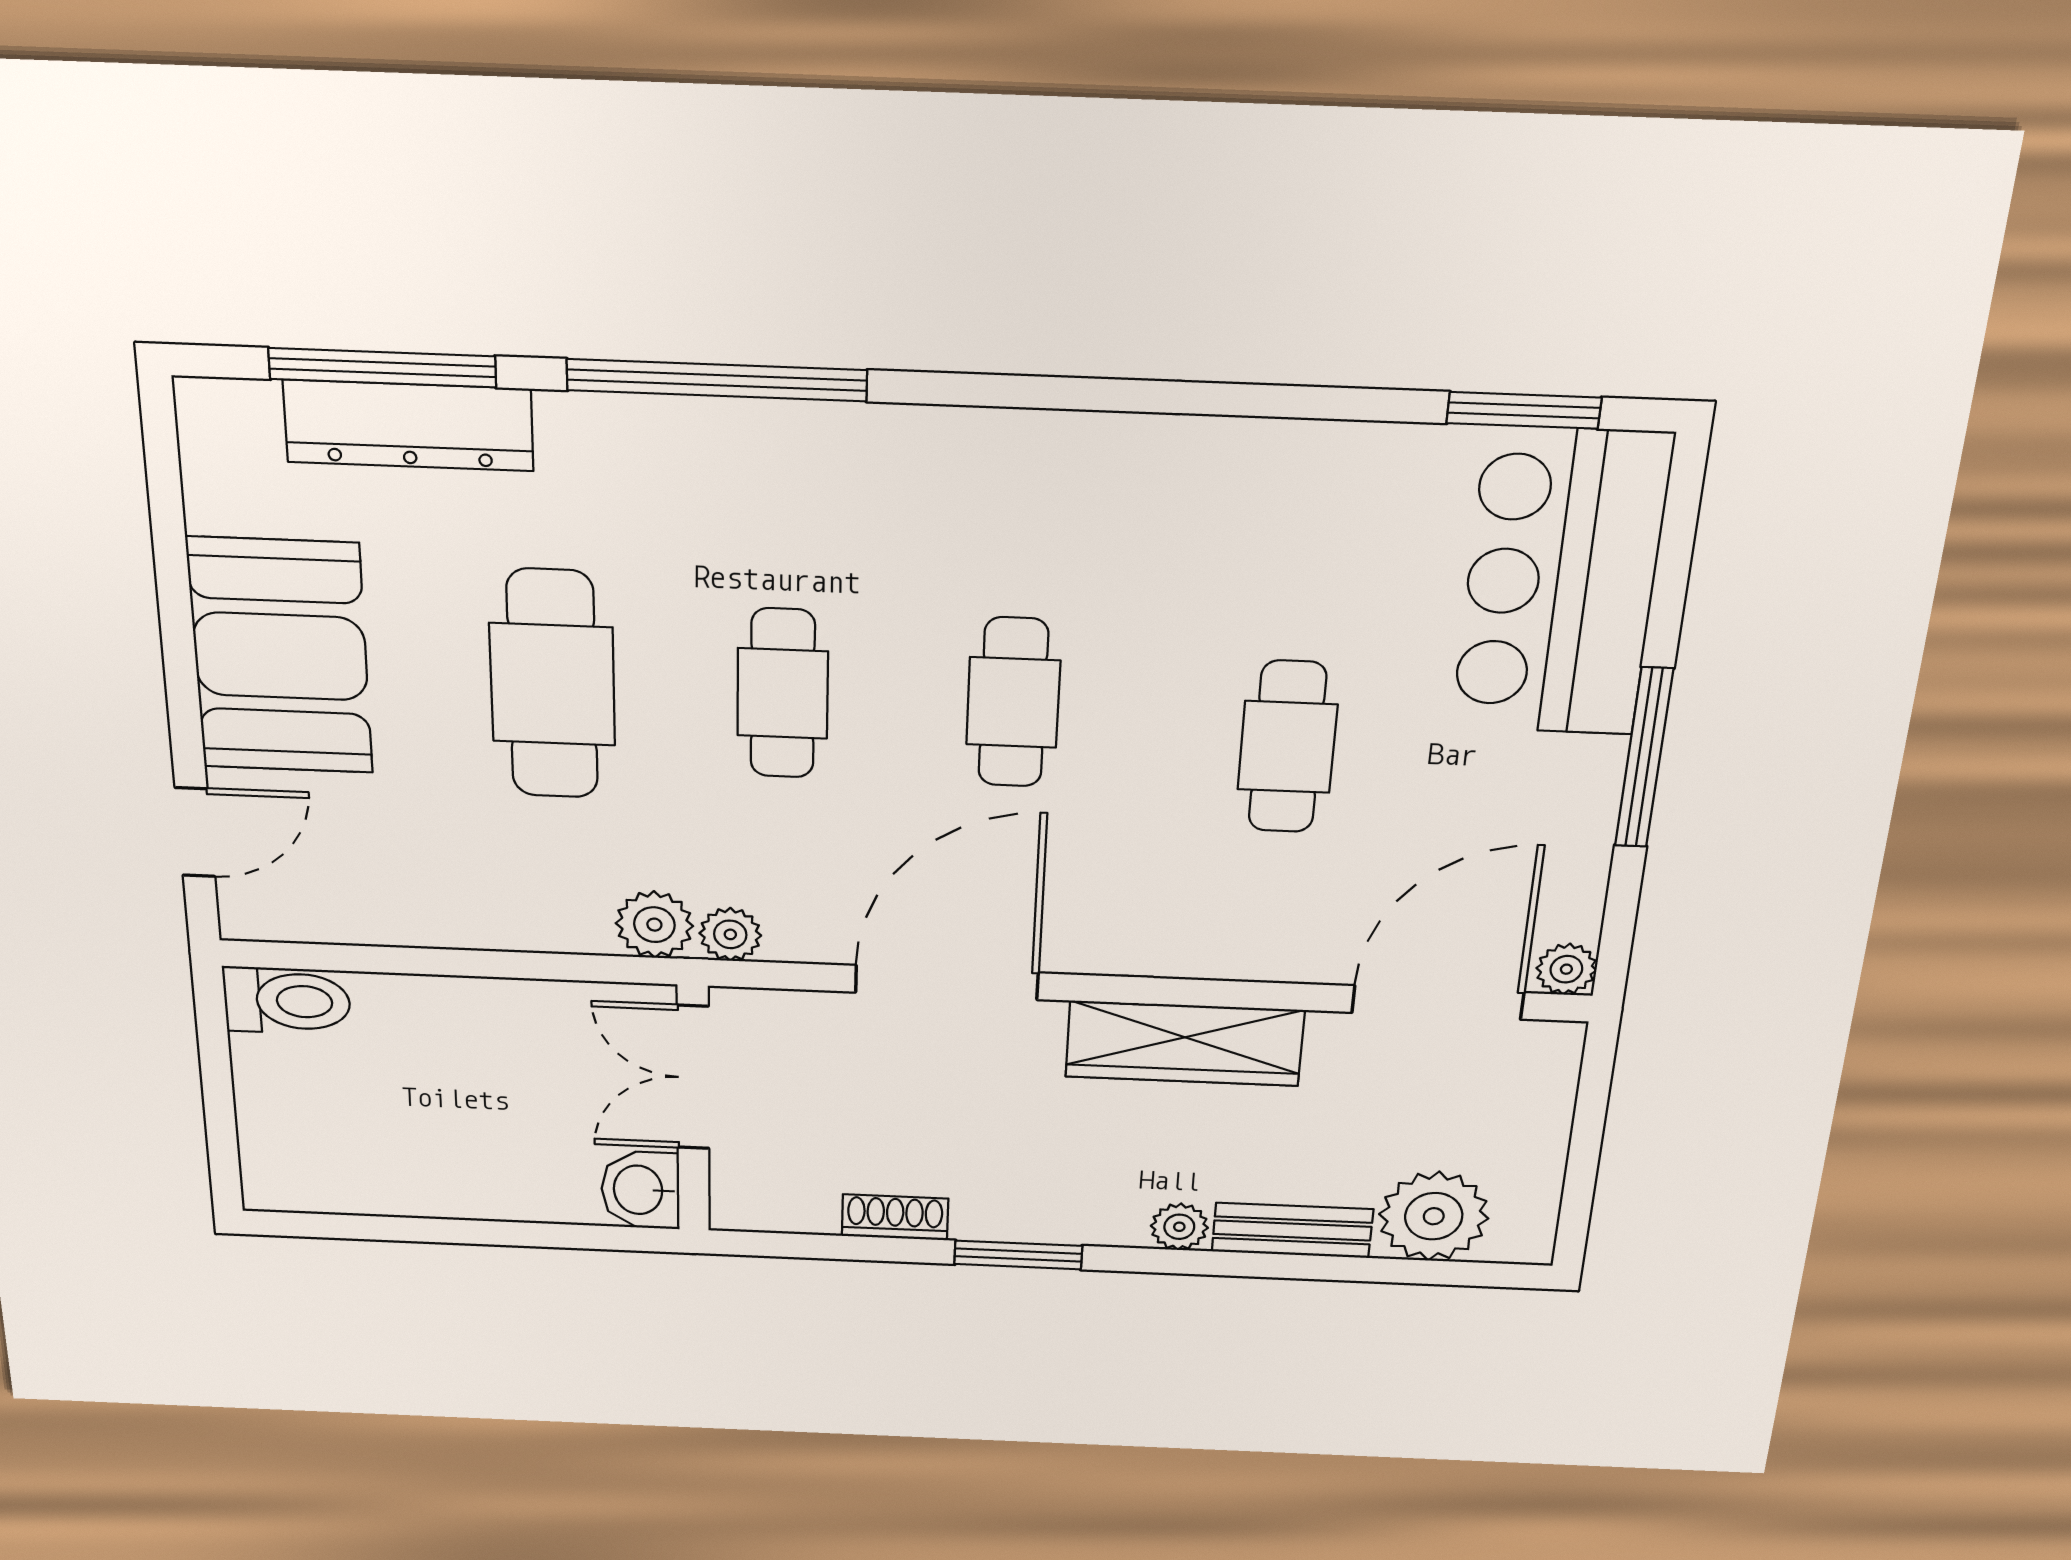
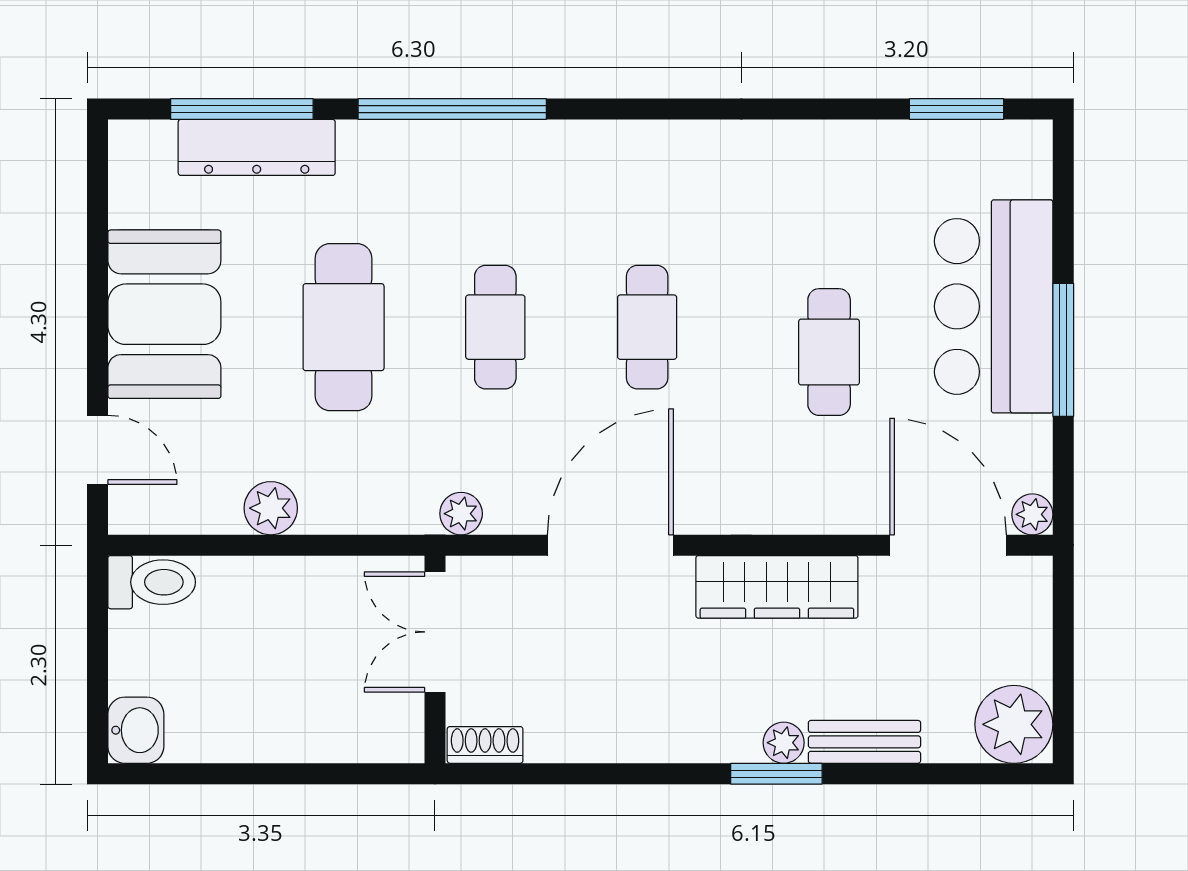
bar counter: (1561, 583) -> (994, 306), moved
door: (195, 832) -> (98, 450), hinge flipped
plant: (654, 925) -> (271, 508), moved
door: (1438, 1002) -> (948, 545), hinge flipped
washbasin: (640, 1190) -> (136, 730), moved, turned 180
plant: (1434, 1216) -> (1014, 724), moved
shoe rack: (895, 1217) -> (485, 745), moved
window: (1018, 1255) -> (776, 774), moved

